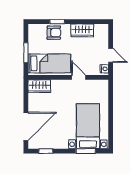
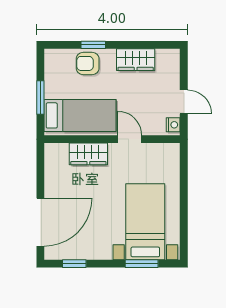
armchair: (54, 33) -> (88, 63), turned 180
wardrobe: (39, 86) -> (88, 154), moved

